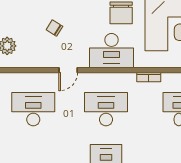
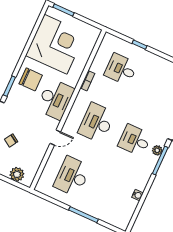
chair: (54, 28) -> (11, 140), moved
door: (68, 70) -> (55, 138), hinge flipped

